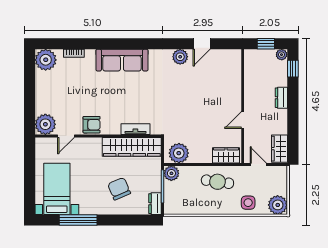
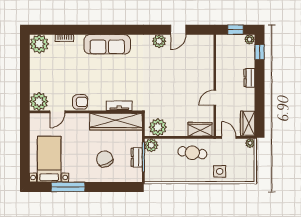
dresser: (155, 204) -> (137, 157), moved
plant: (278, 205) -> (250, 143), moved, width x0.53, depth x0.53

